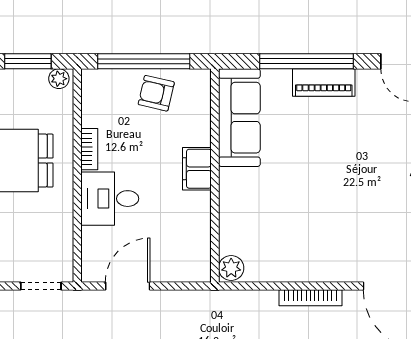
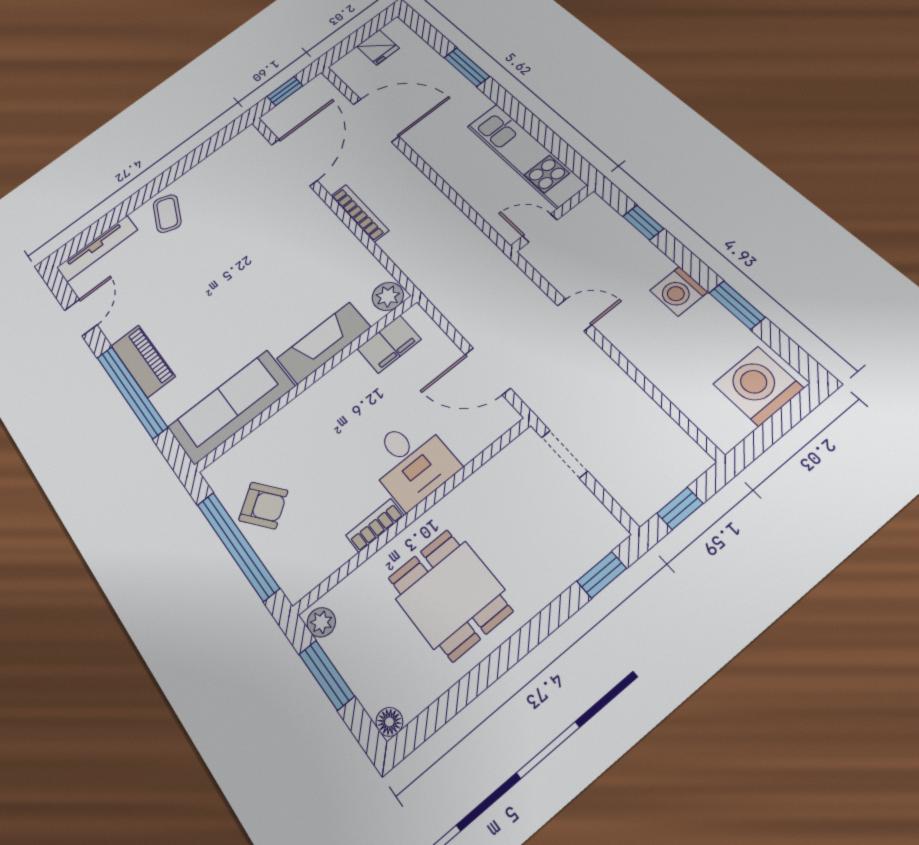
armchair: (156, 93) -> (263, 505), turned -50
filing cabinet: (197, 169) -> (389, 344), moved
fireplace: (234, 205) -> (324, 343), added

